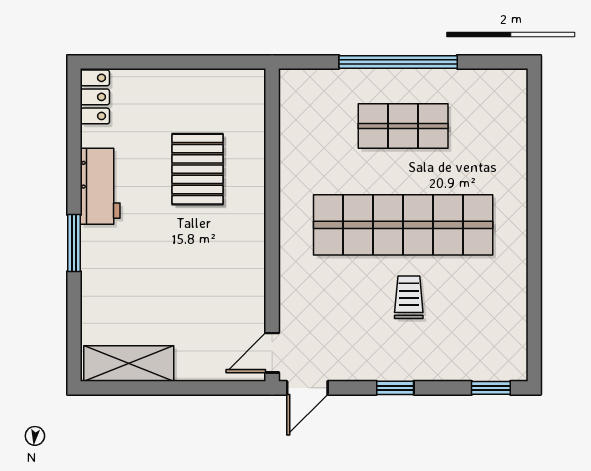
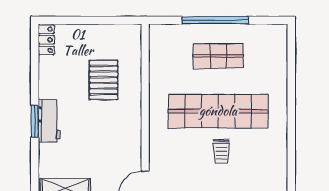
workbench: (100, 186) -> (49, 121), moved
trolley: (409, 297) -> (221, 151), turned 180

